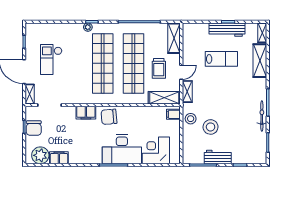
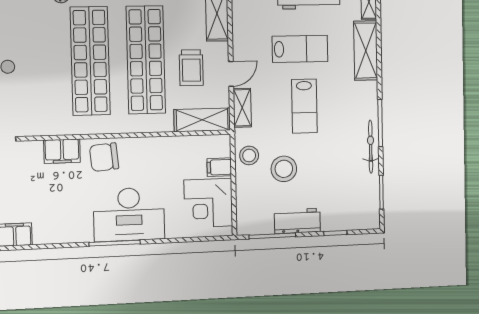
lab bench: (223, 92) -> (304, 106), added
filing cabinet: (173, 114) -> (219, 167), moved
corner desk: (156, 150) -> (208, 203), moved, turned -90

